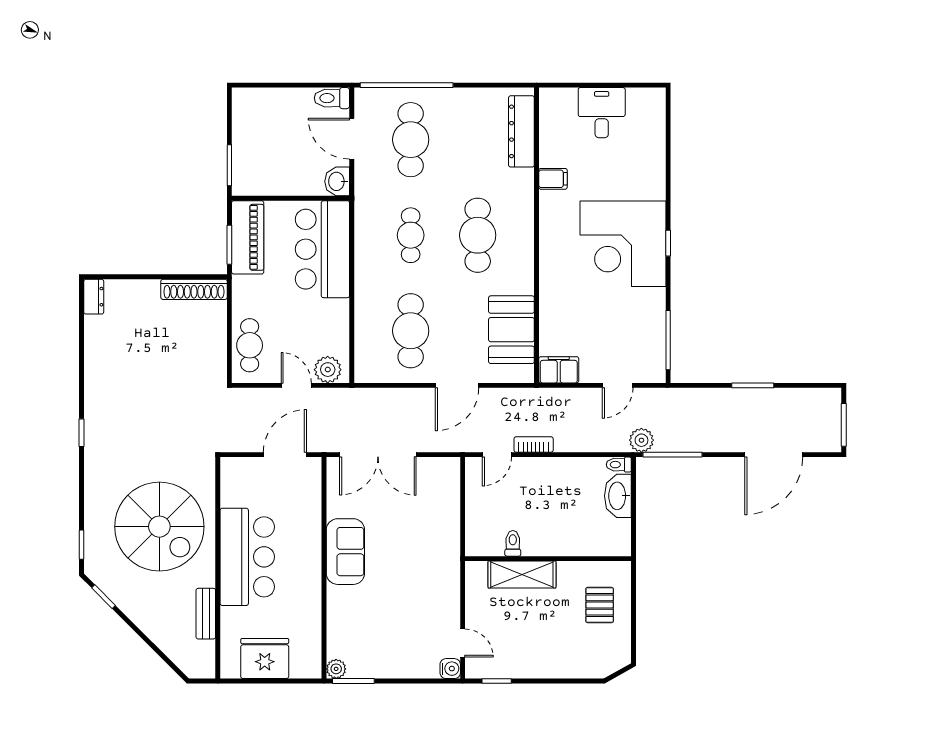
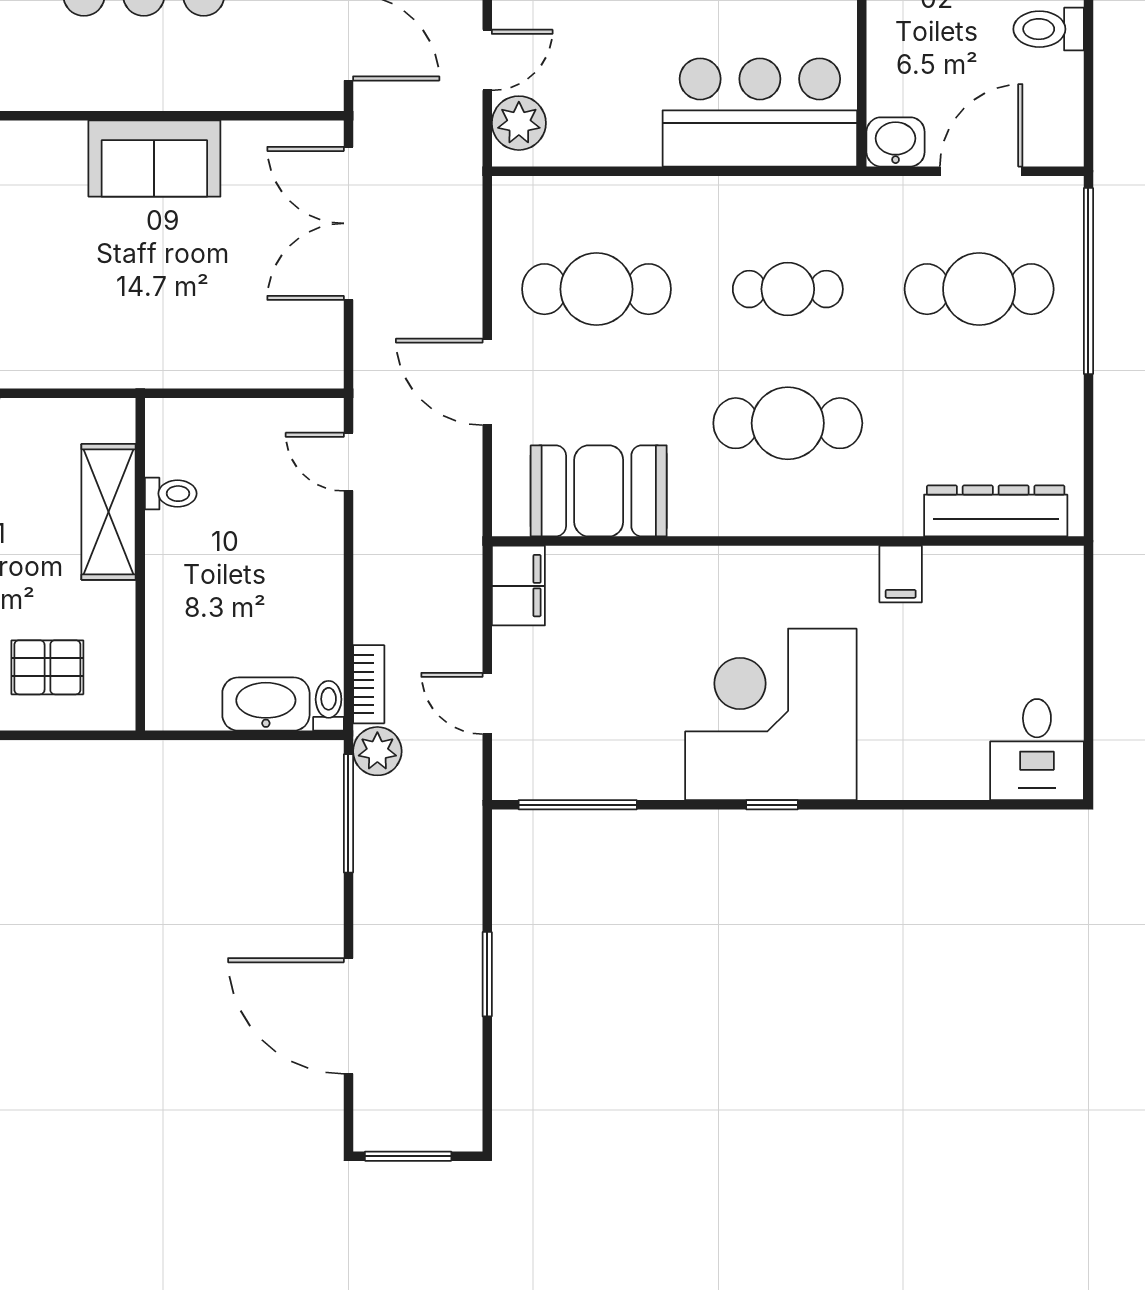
toilet: (332, 98) -> (1049, 29), moved, turned -90
desk: (602, 113) -> (1037, 750), moved, turned 90
bookcase: (534, 445) -> (369, 684), moved

